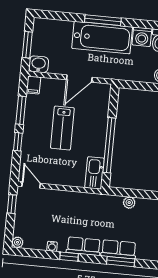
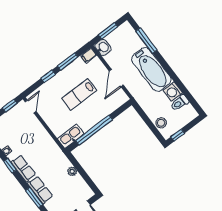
window: (103, 20) -> (146, 41), moved
door: (79, 79) -> (116, 78), hinge flipped

